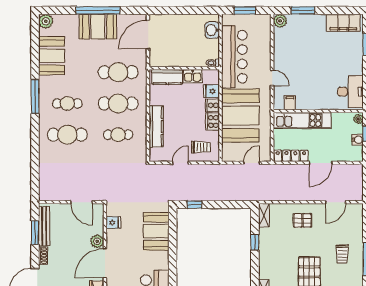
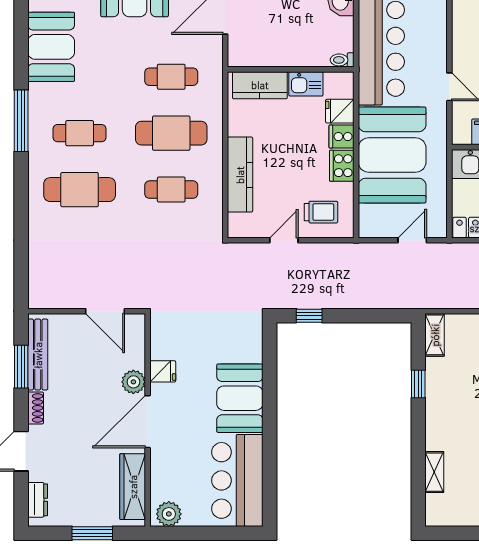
cafe table: (118, 72) -> (171, 77), width x0.73, depth x0.74
fridge: (113, 223) -> (163, 371), moved
booth: (156, 231) -> (240, 398), moved

